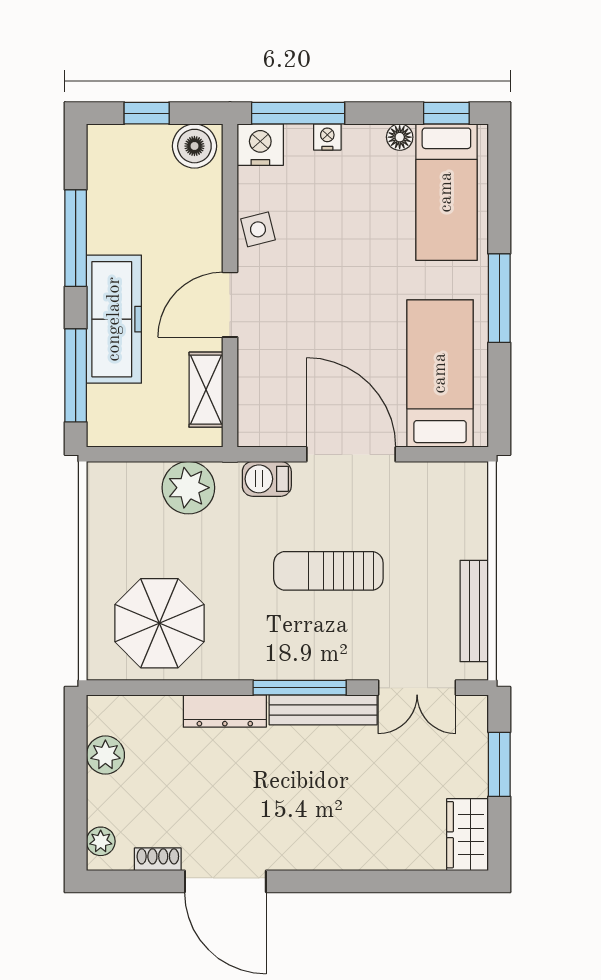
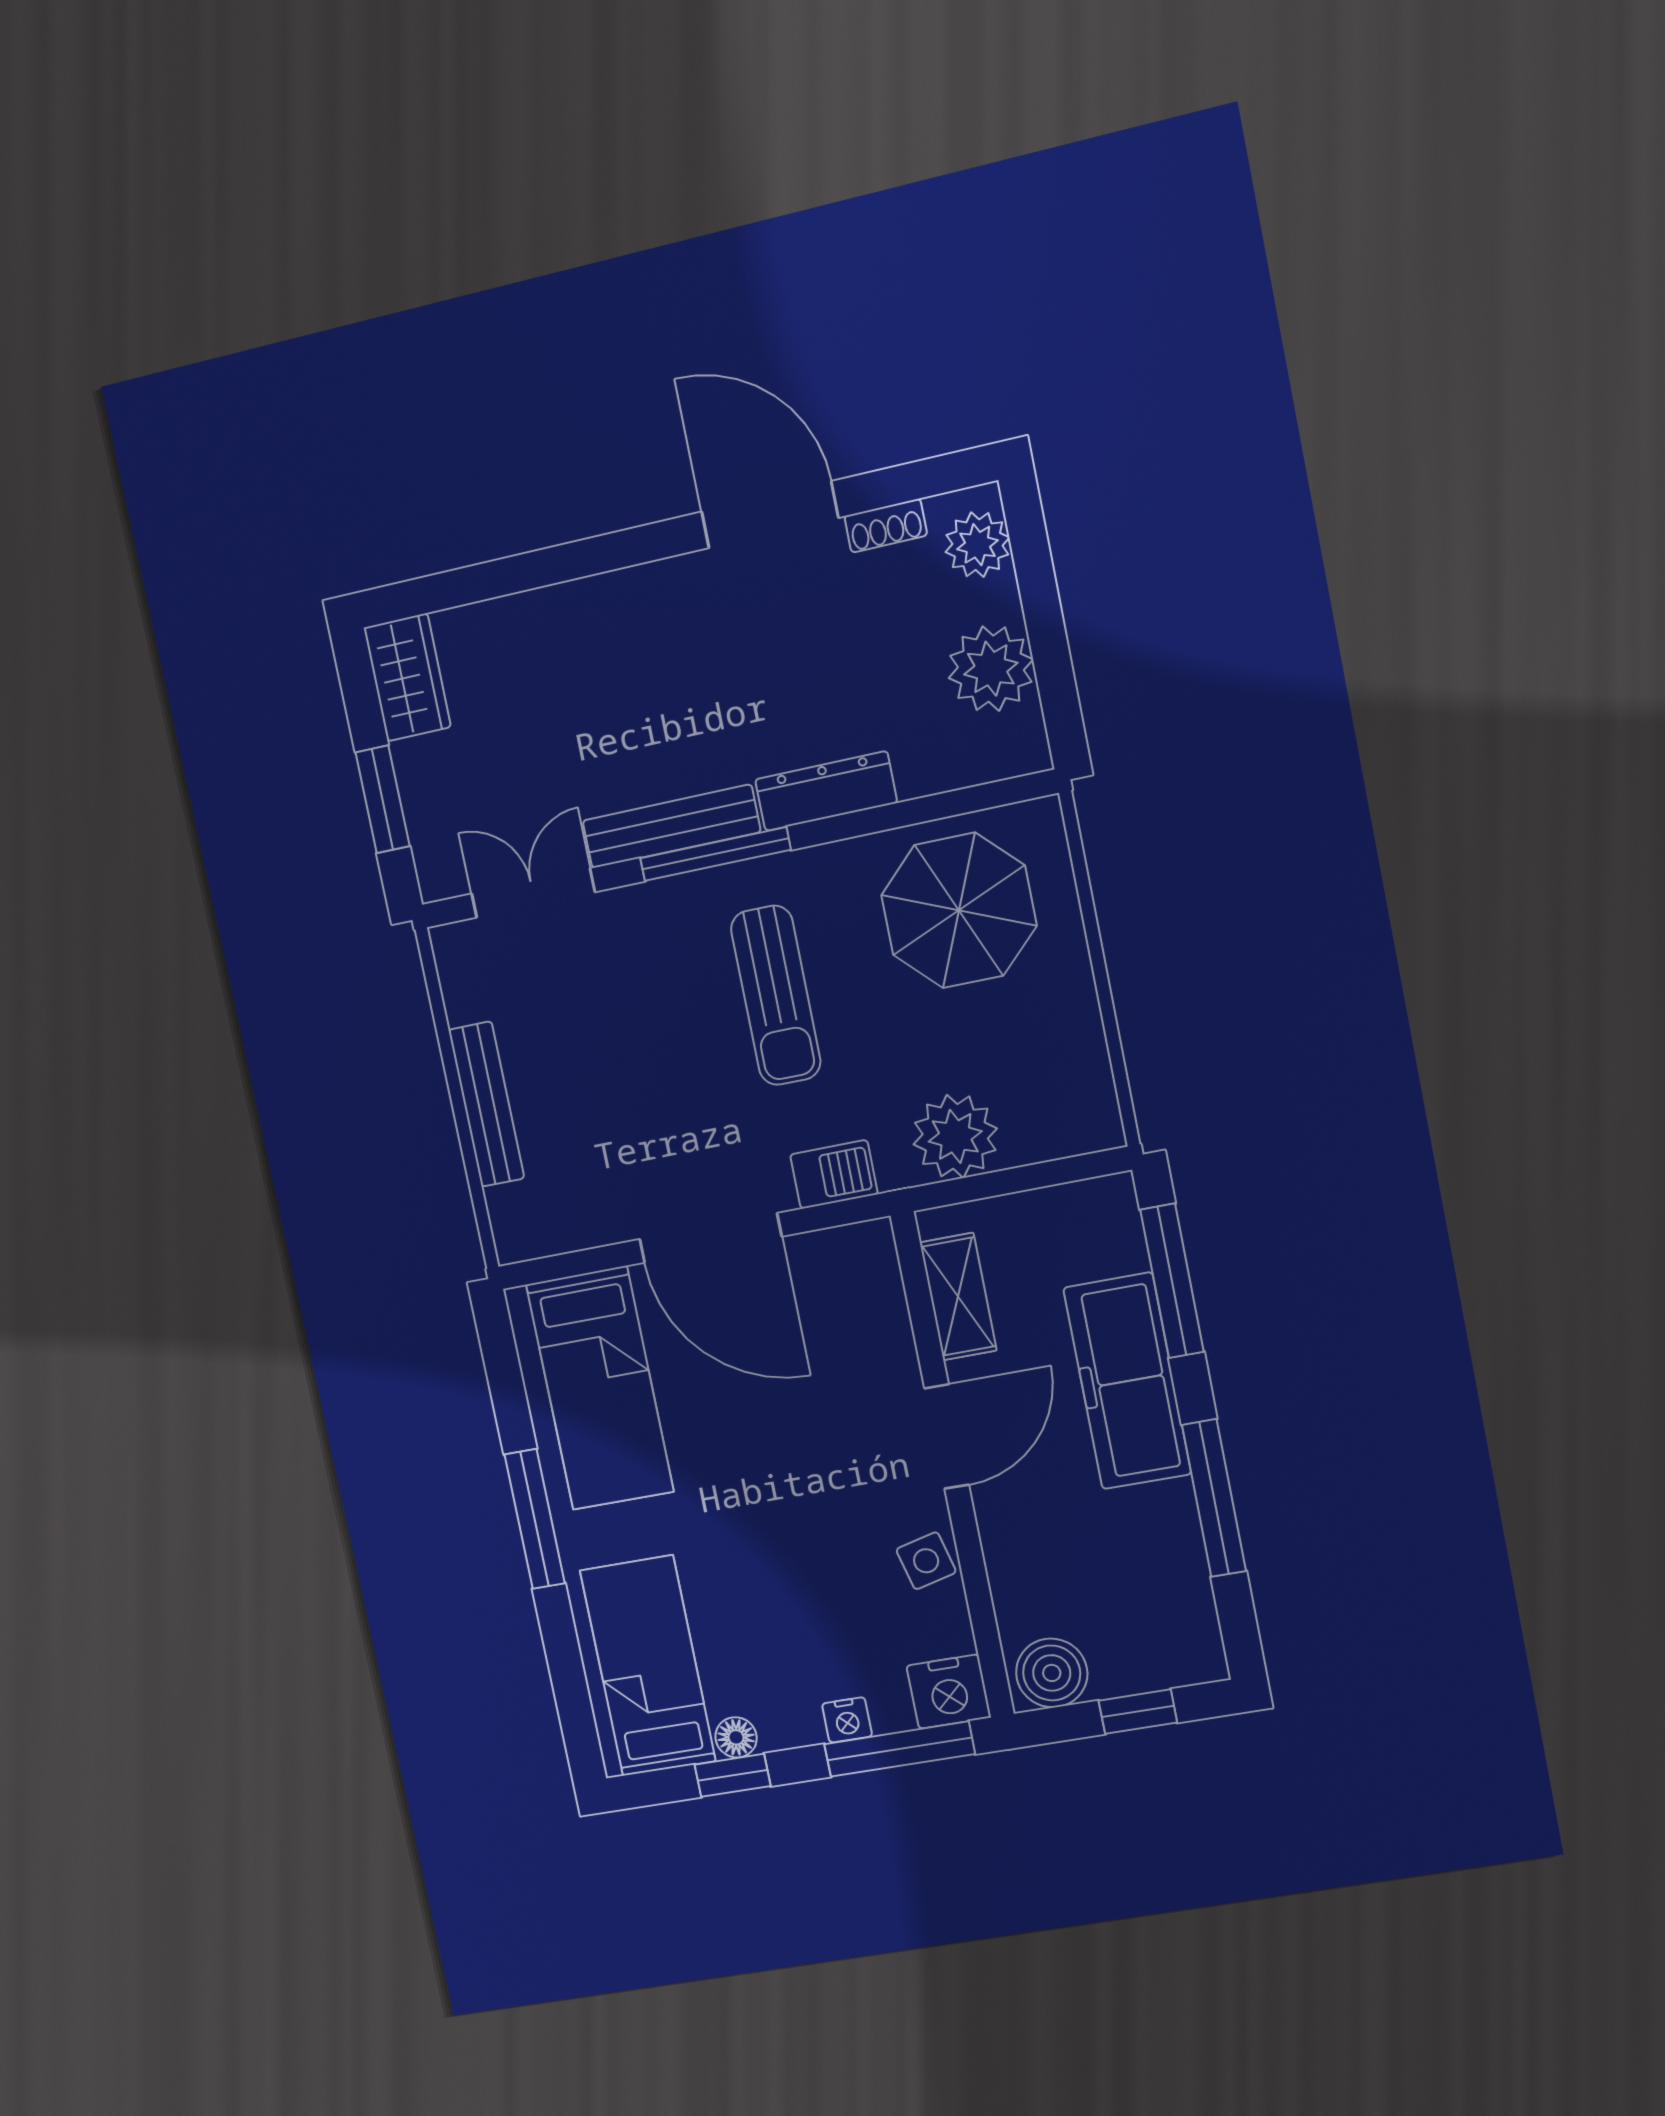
window: (446, 113) -> (732, 1775), moved
sun lounger: (328, 571) -> (776, 995), moved, turned 90
bench: (474, 611) -> (486, 1104), moved
plant: (105, 755) -> (991, 669), width x1.36, depth x1.36
plant: (101, 841) -> (977, 545), width x1.38, depth x1.38

